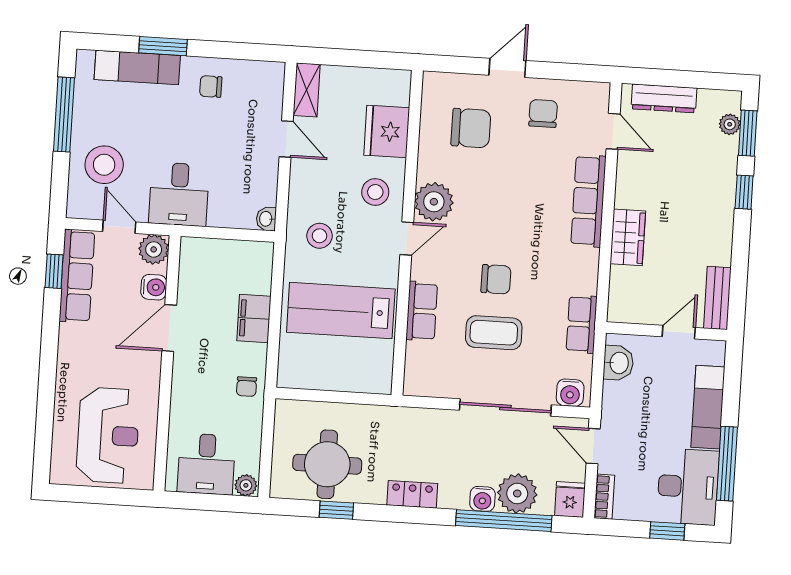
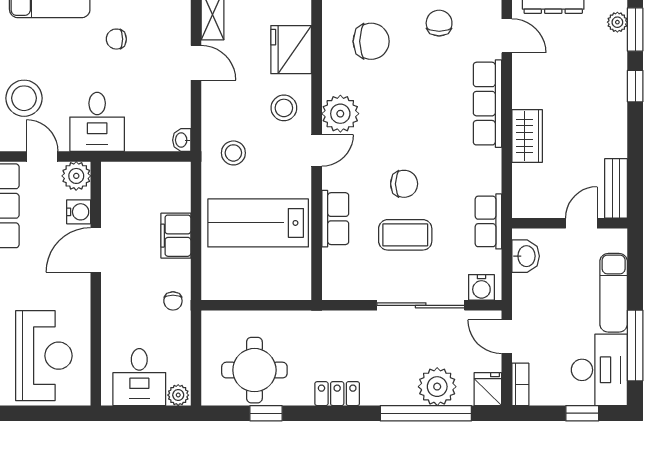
chair: (211, 86) -> (116, 39), moved
water cooler: (482, 499) -> (404, 394), removed

